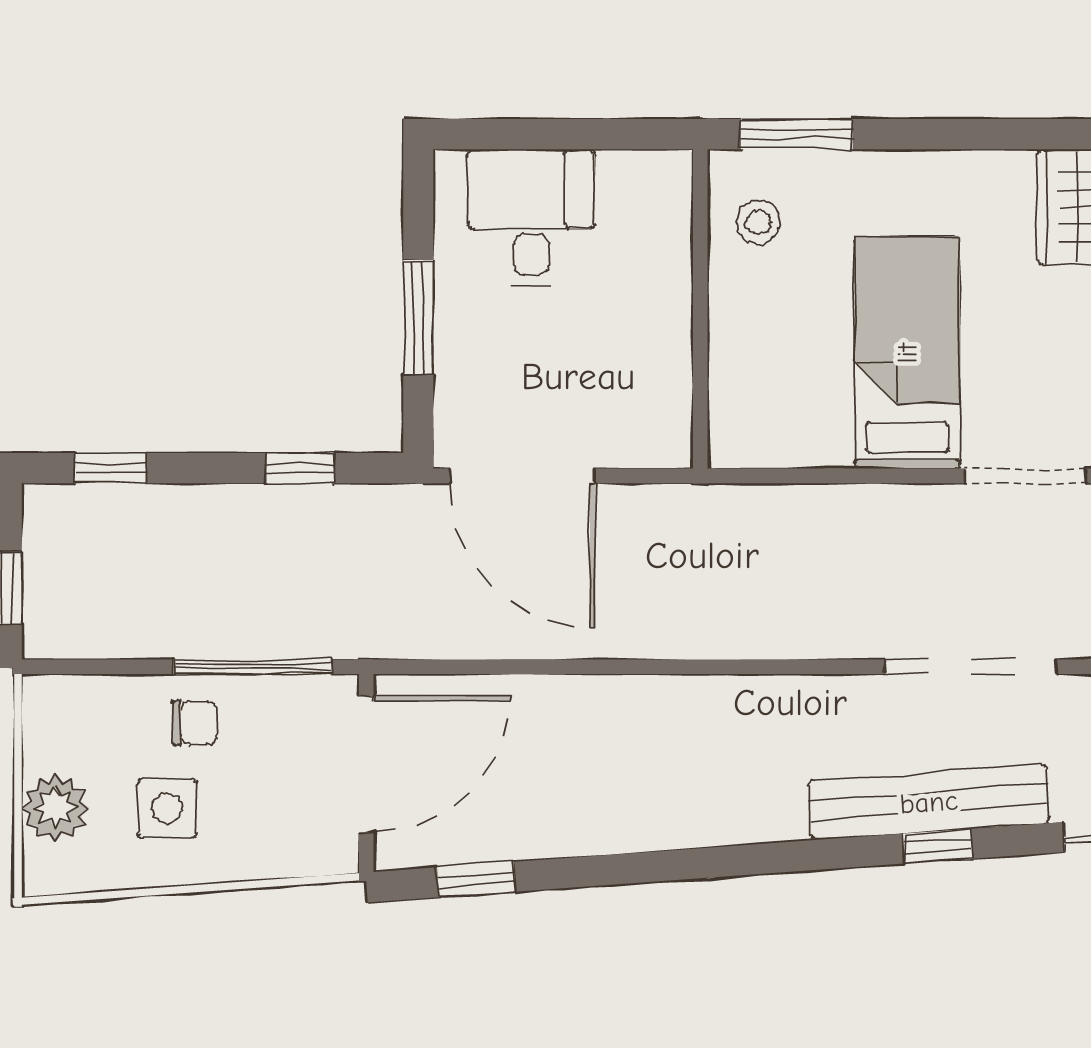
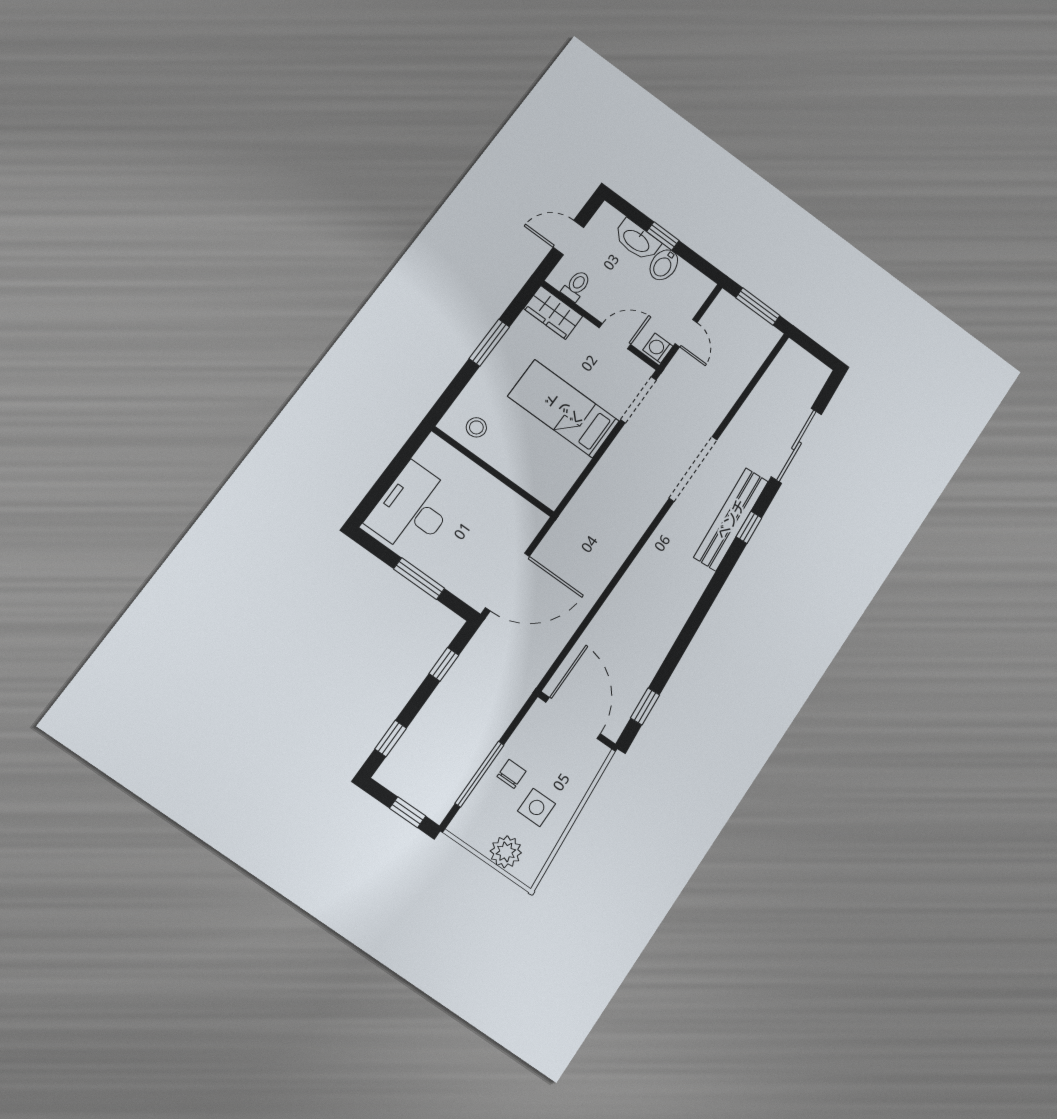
window: (797, 134) -> (489, 343), moved
desk: (531, 217) -> (413, 509), width x1.37
window: (253, 667) -> (480, 774), moved

